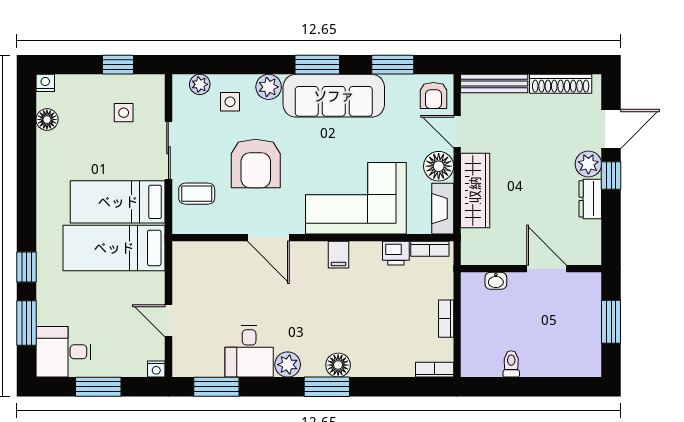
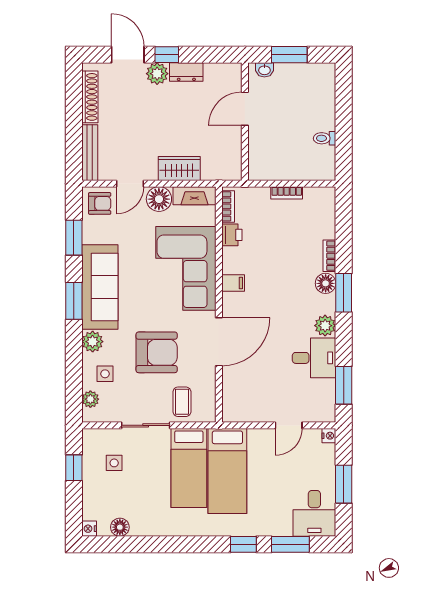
wardrobe: (475, 190) -> (179, 168), width x0.67
door: (268, 238) -> (219, 342), width x1.36
washbasin: (496, 281) -> (264, 70), moved, turned 90
bookcase: (435, 370) -> (329, 256), moved

